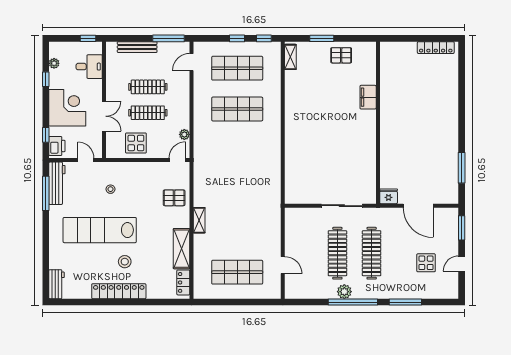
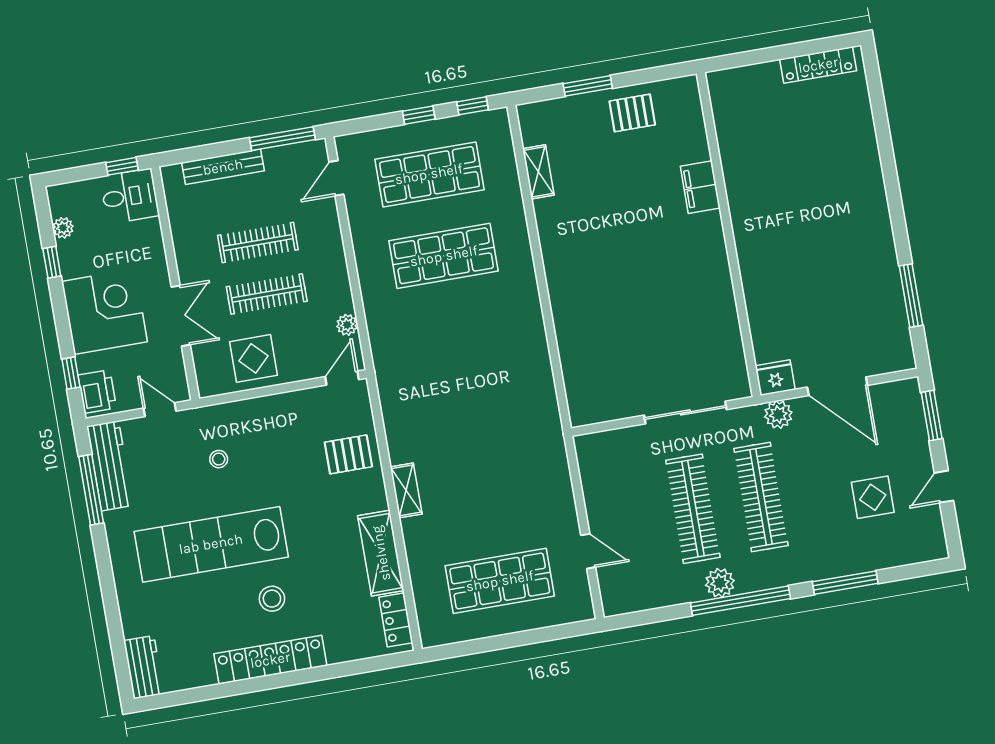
shelving: (290, 57) -> (538, 172), moved
desk: (89, 67) -> (130, 196), moved
plant: (387, 215) -> (778, 415), added

